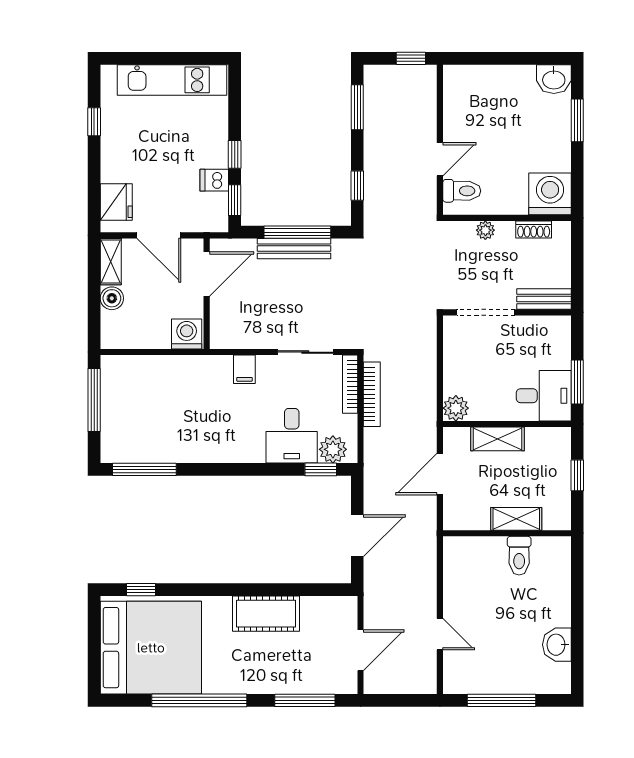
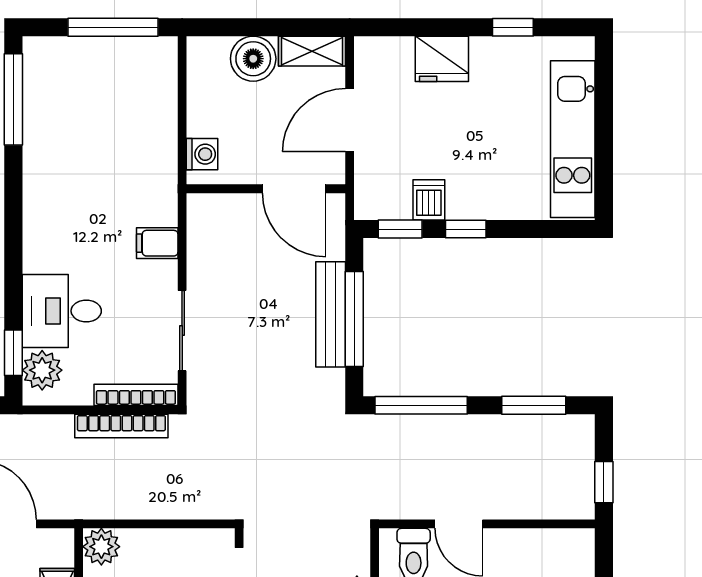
window: (357, 186) -> (421, 405), width x2.17
fridge: (116, 202) -> (442, 59), moved
boiler: (112, 298) -> (253, 59), width x1.36, depth x1.36
washing machine: (187, 334) -> (202, 154), width x0.73, depth x0.73

